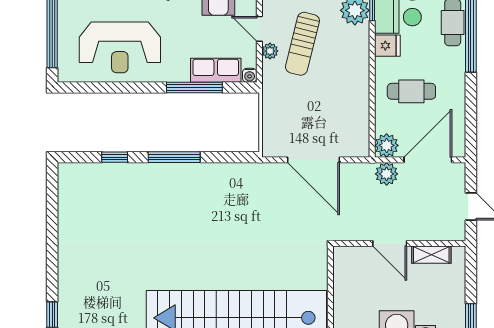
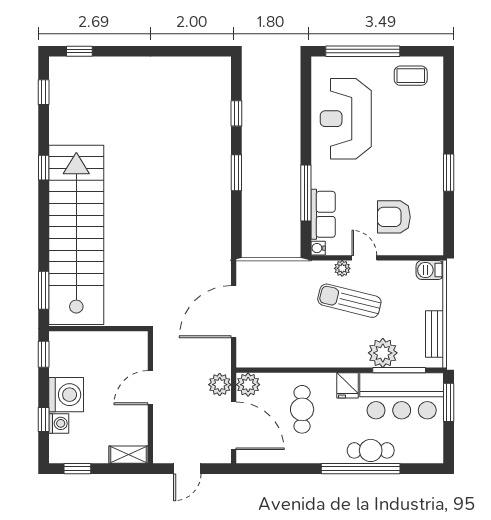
door: (259, 29) -> (364, 258), hinge flipped
window: (174, 157) -> (236, 173), width x0.69
shelving: (431, 255) -> (128, 455), moved, turned 90

